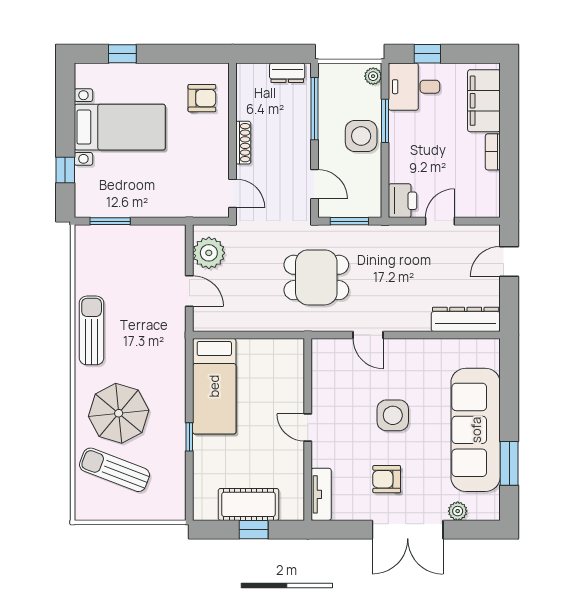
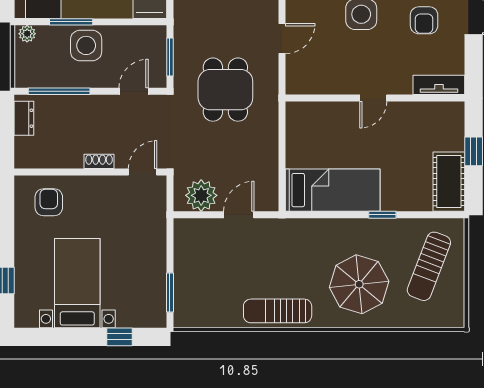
shoe rack: (243, 143) -> (99, 161), width x0.70
sun lounger: (115, 470) -> (429, 266), moved
cot: (249, 504) -> (449, 182), moved

